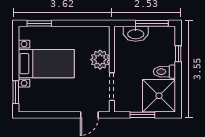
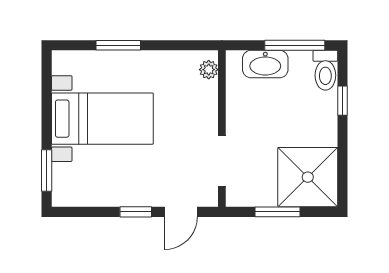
window: (39, 23) -> (118, 45), moved
plant: (100, 60) -> (209, 70), moved, width x0.53, depth x0.53
toilet: (164, 72) -> (325, 70), moved, turned -90
window: (65, 115) -> (136, 212), added

